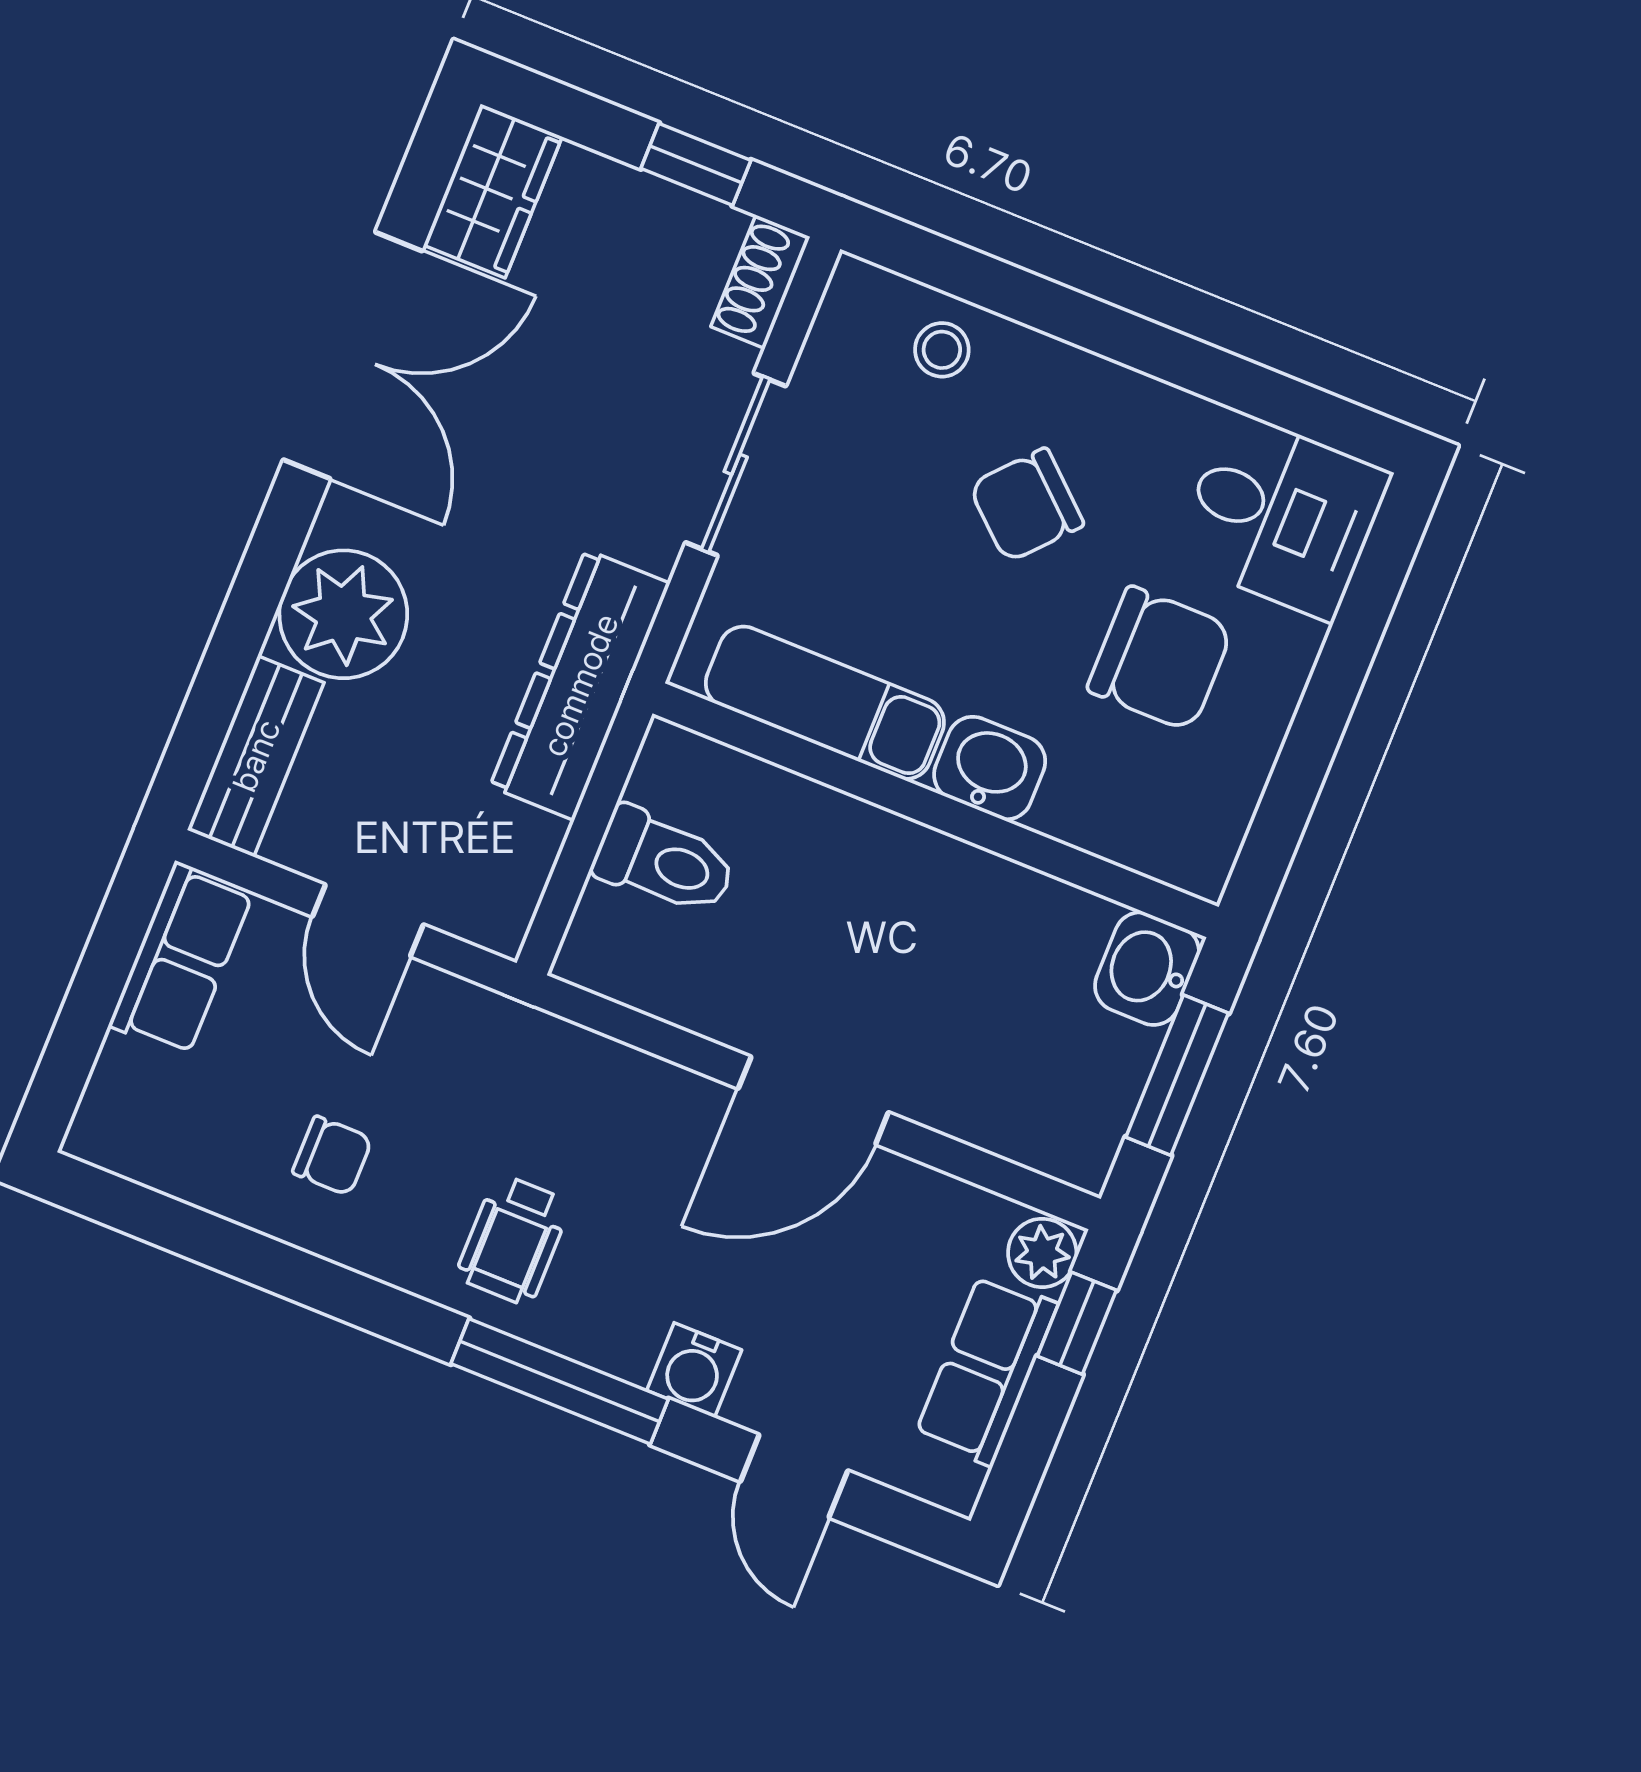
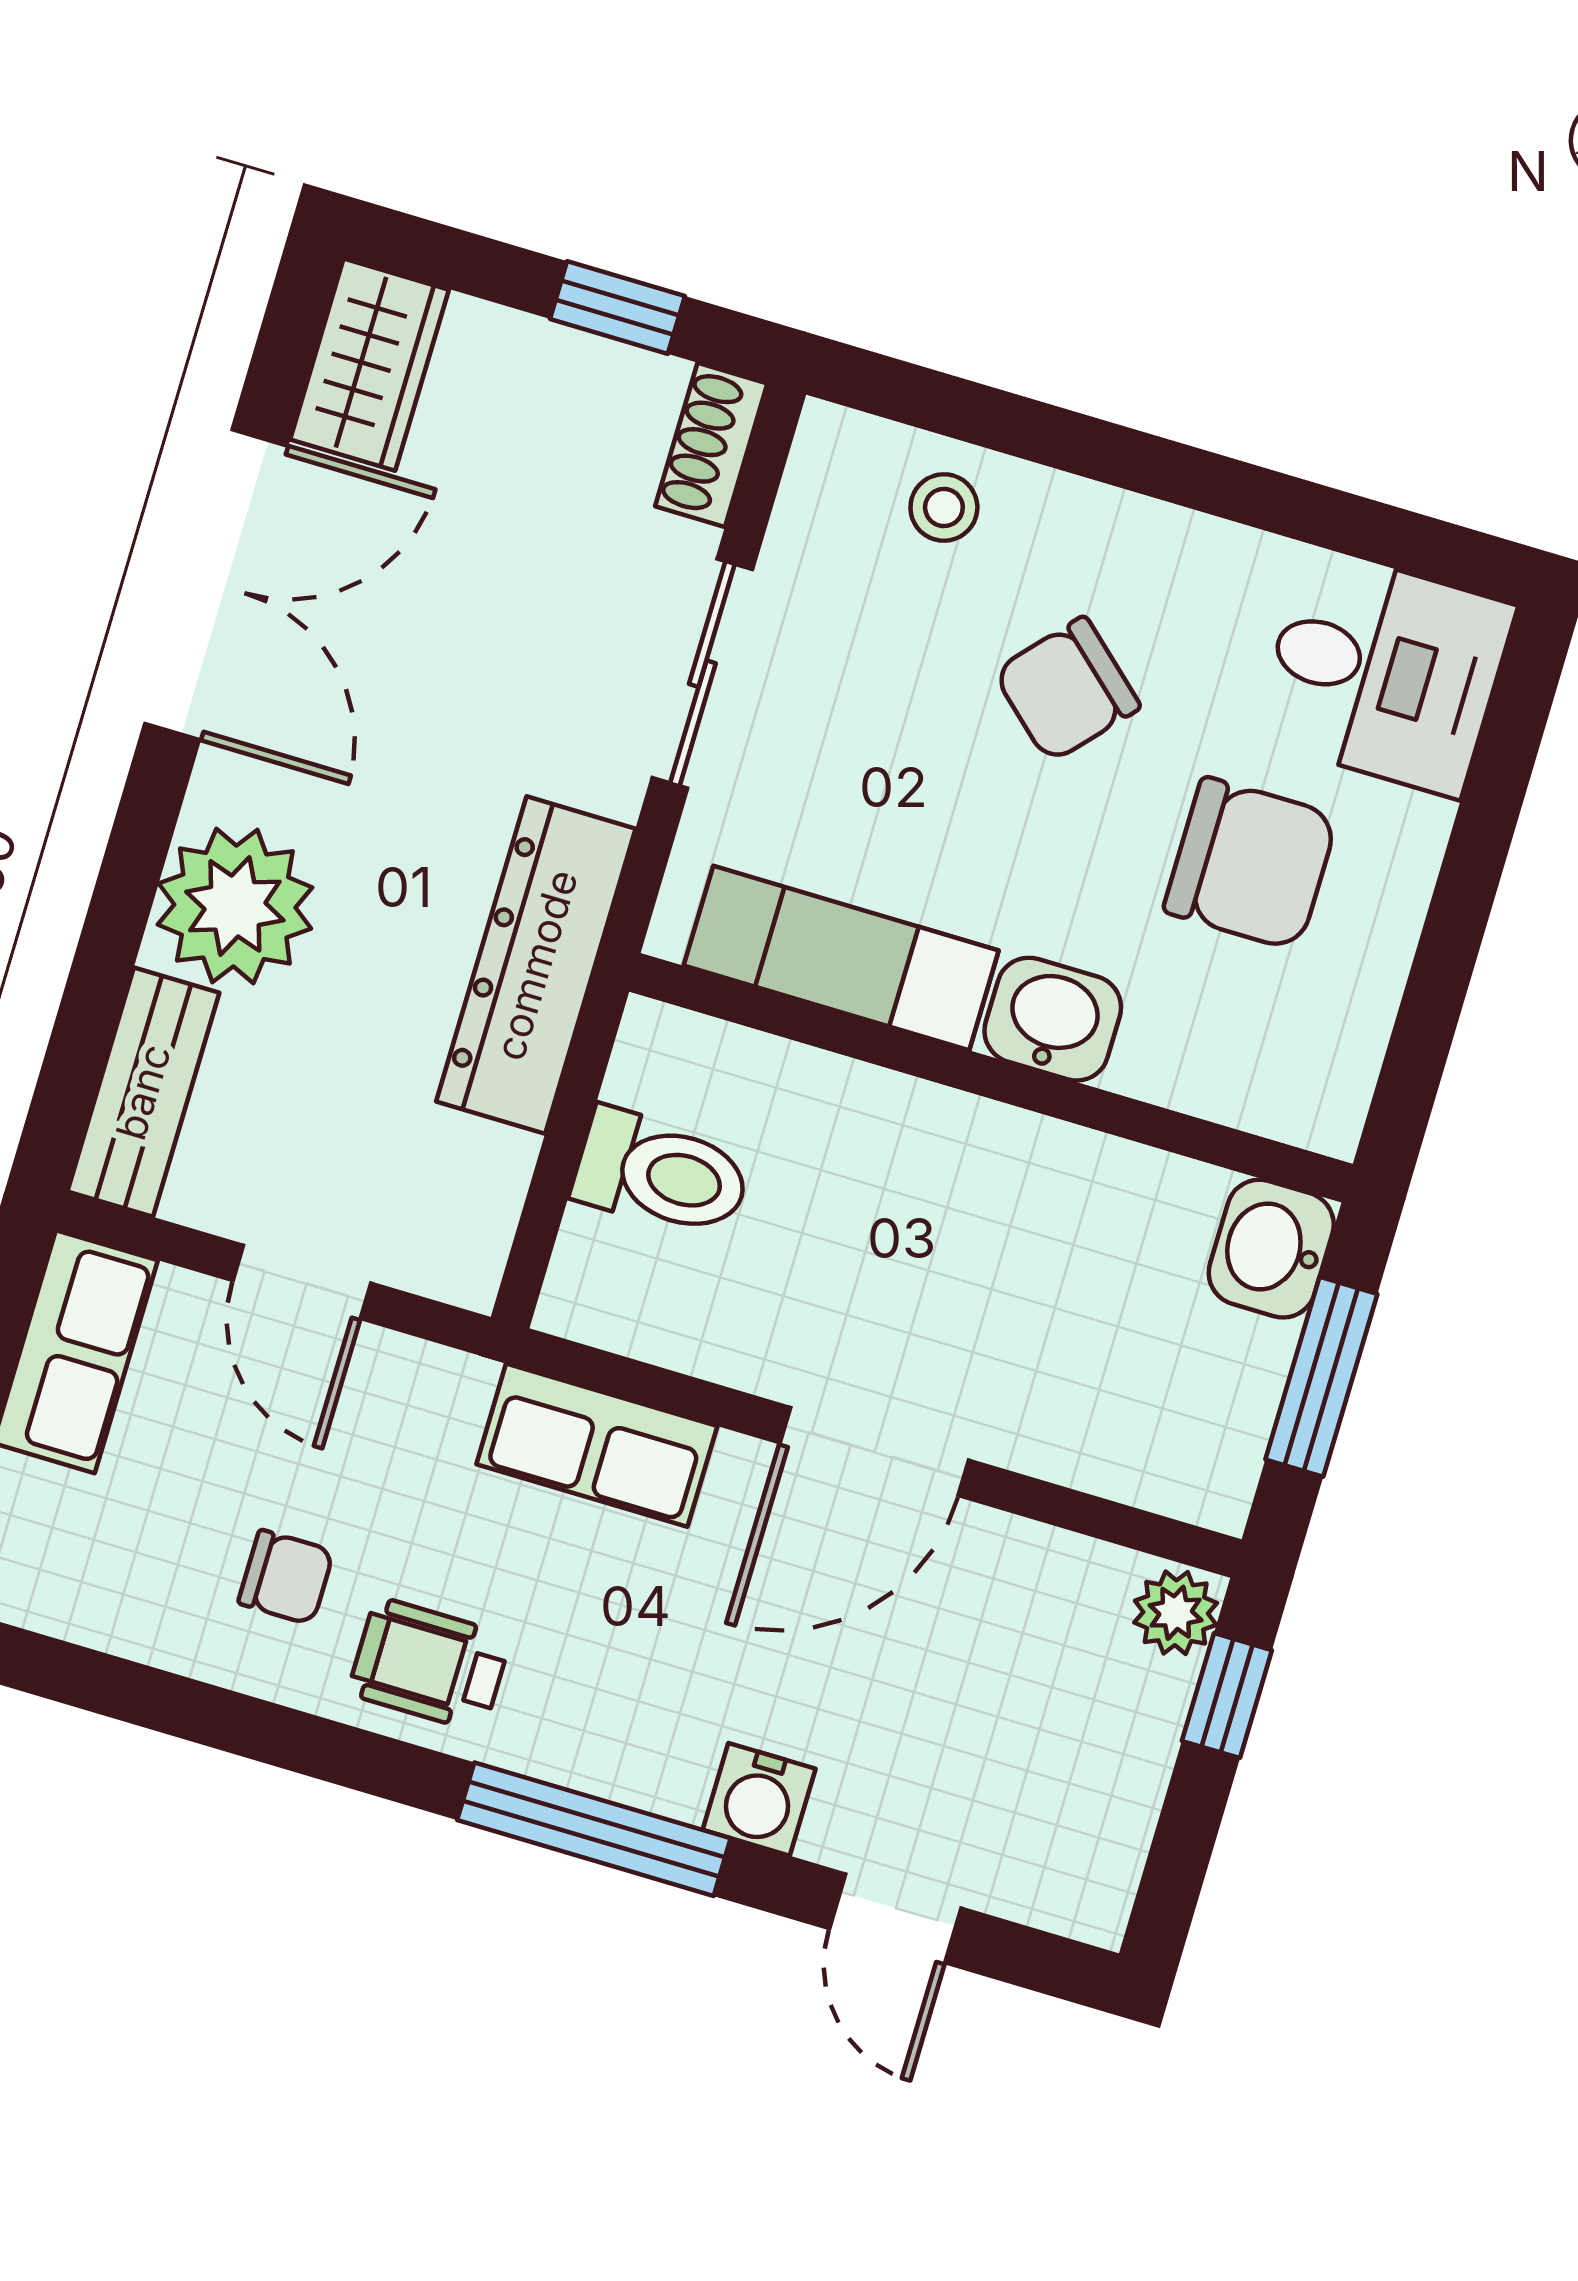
wheelchair: (513, 1240) -> (429, 1665), moved, turned 90
row of seats: (986, 1370) -> (597, 1445), moved, turned -90

